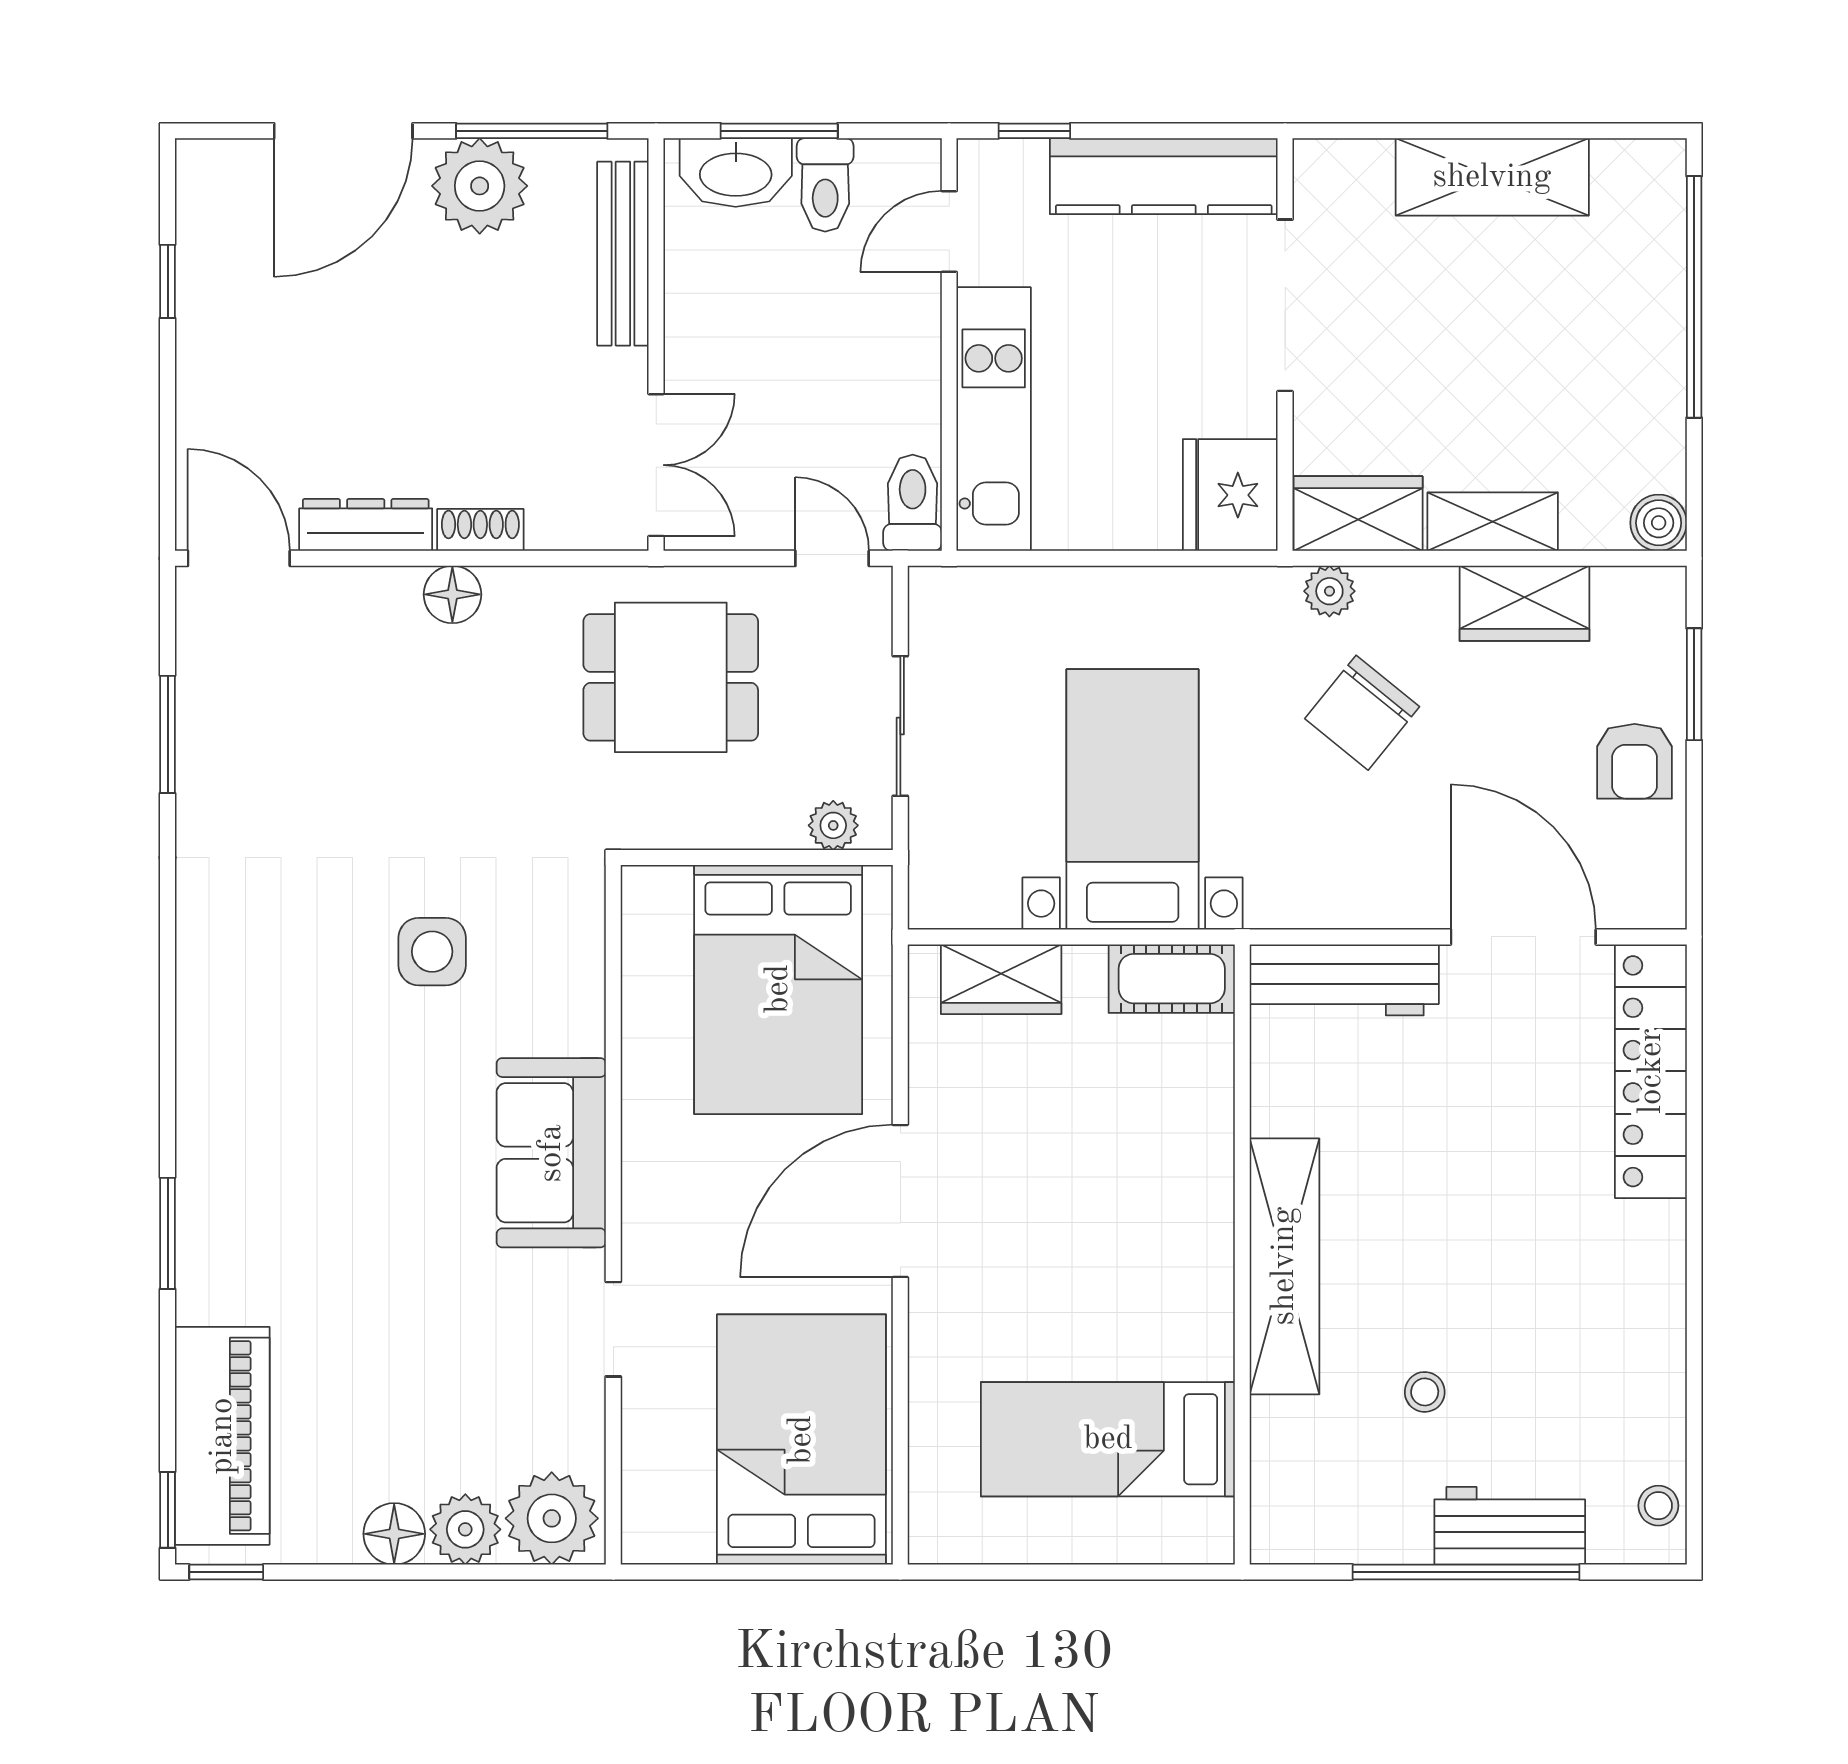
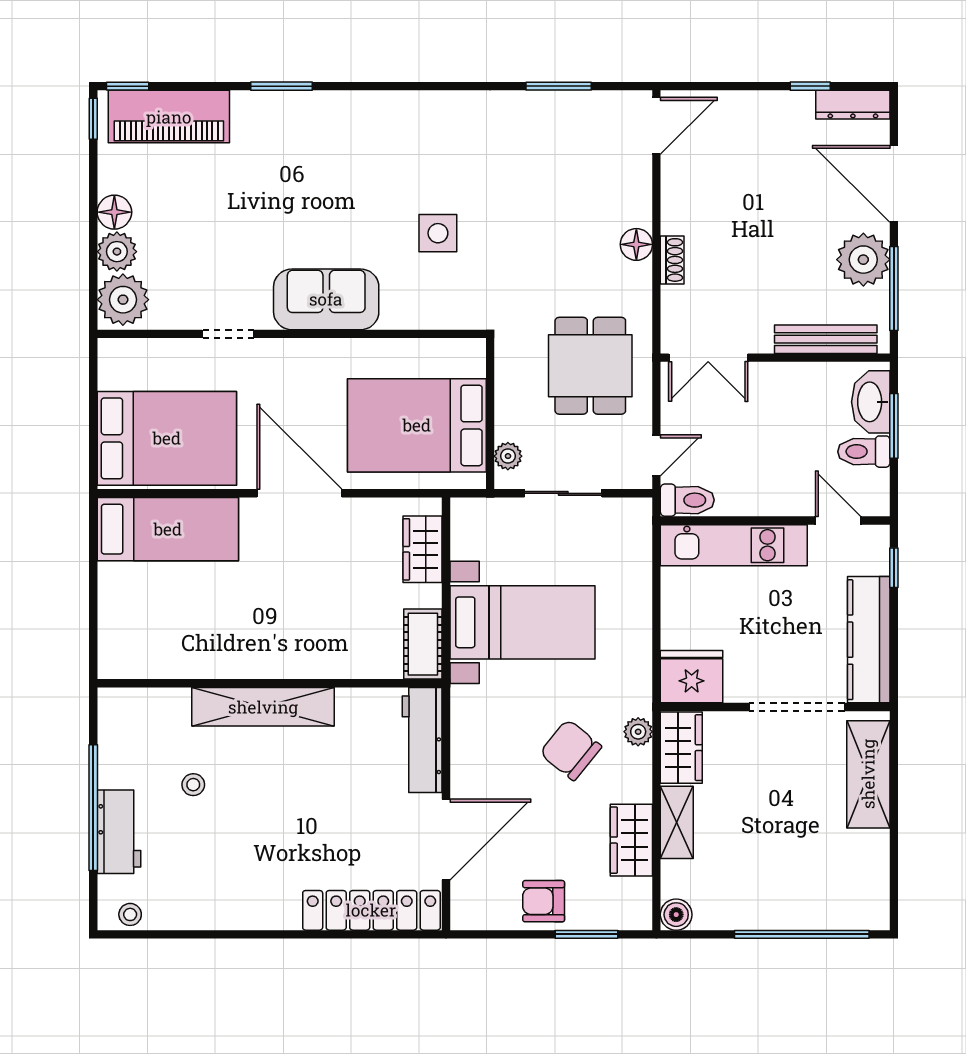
shelving: (1492, 177) -> (868, 774), moved
dresser: (366, 525) -> (853, 105), moved, turned 90
bed: (1108, 1439) -> (168, 529), moved, turned 90

